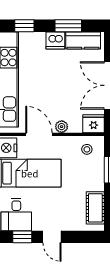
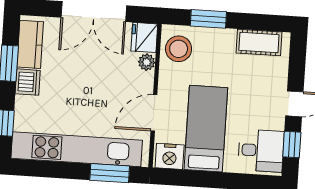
plant: (62, 127) -> (147, 62), moved
stool: (87, 149) -> (179, 49), width x1.89, depth x1.89

